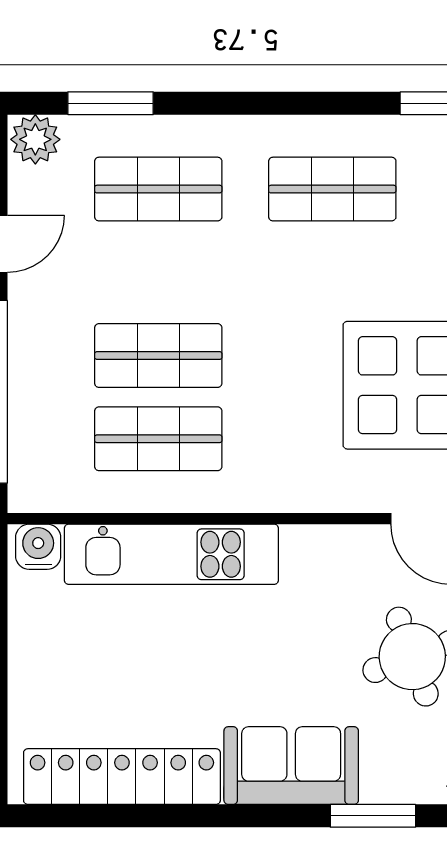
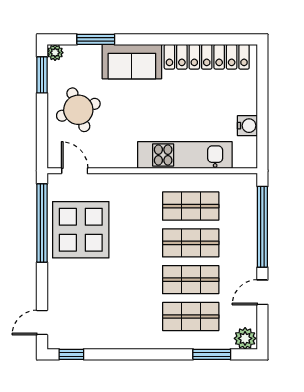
shop shelf: (332, 189) -> (191, 280), moved
water cooler: (38, 547) -> (247, 126), moved, turned -90

